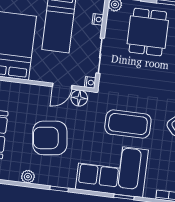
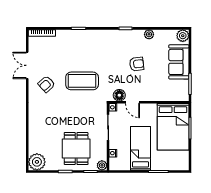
door: (62, 86) -> (133, 102), swing flipped
armchair: (50, 138) -> (137, 64), width x0.53, depth x0.53
corner sofa: (112, 170) -> (90, 47), removed

